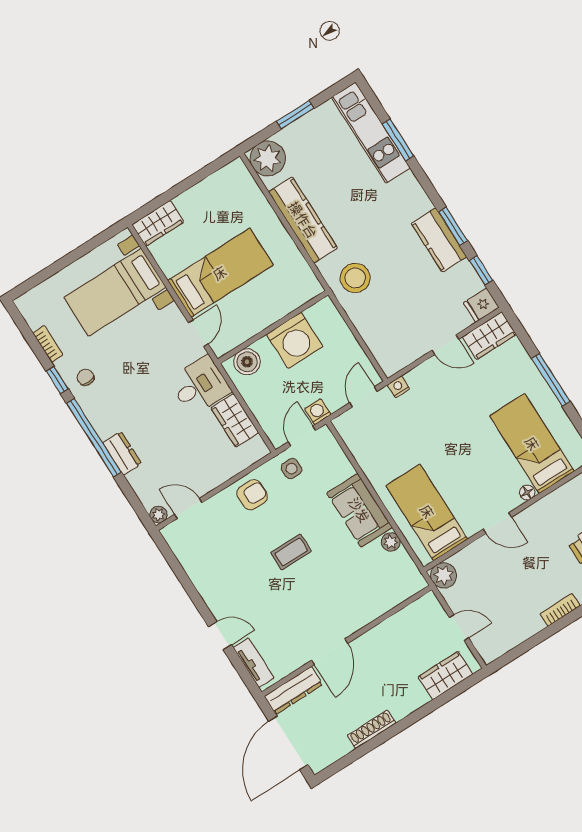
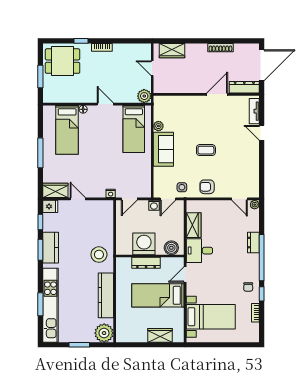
kitchen unit: (371, 133) -> (50, 305), width x1.36
wardrobe: (158, 223) -> (160, 335), moved
dresser: (272, 313) -> (146, 263), added

